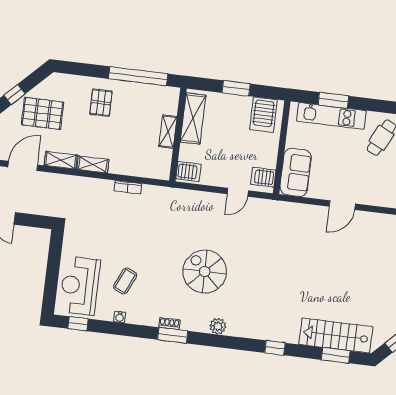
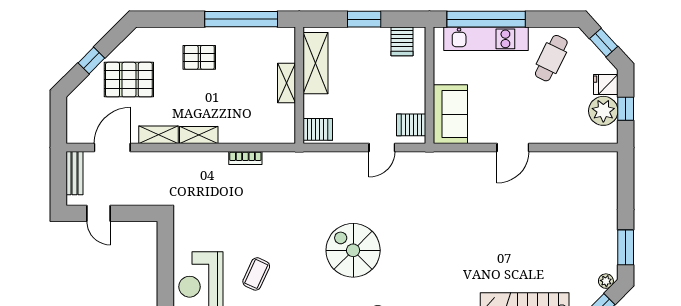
window: (333, 100) -> (486, 19), width x2.11
pallet: (101, 103) -> (199, 57), turned 90
server rack: (263, 115) -> (402, 41), width x0.73, depth x0.70

